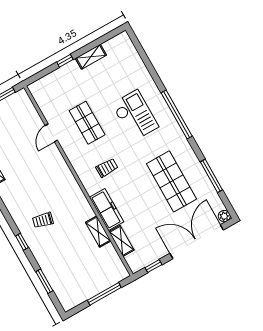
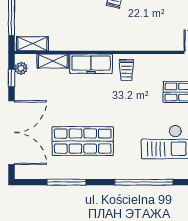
trolley: (107, 168) -> (126, 70), moved
plant: (224, 216) -> (21, 68), moved
shelving: (98, 232) -> (32, 44), moved

